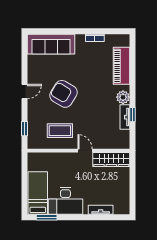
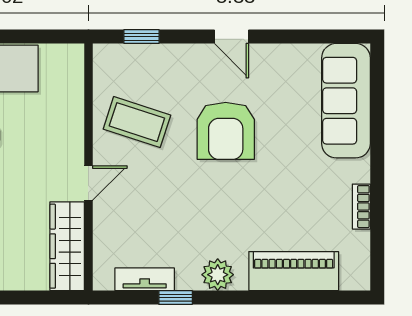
armchair: (64, 94) -> (226, 131), turned 149
tv unit: (125, 117) -> (145, 279), moved
coffee table: (60, 131) -> (137, 122), turned -72

